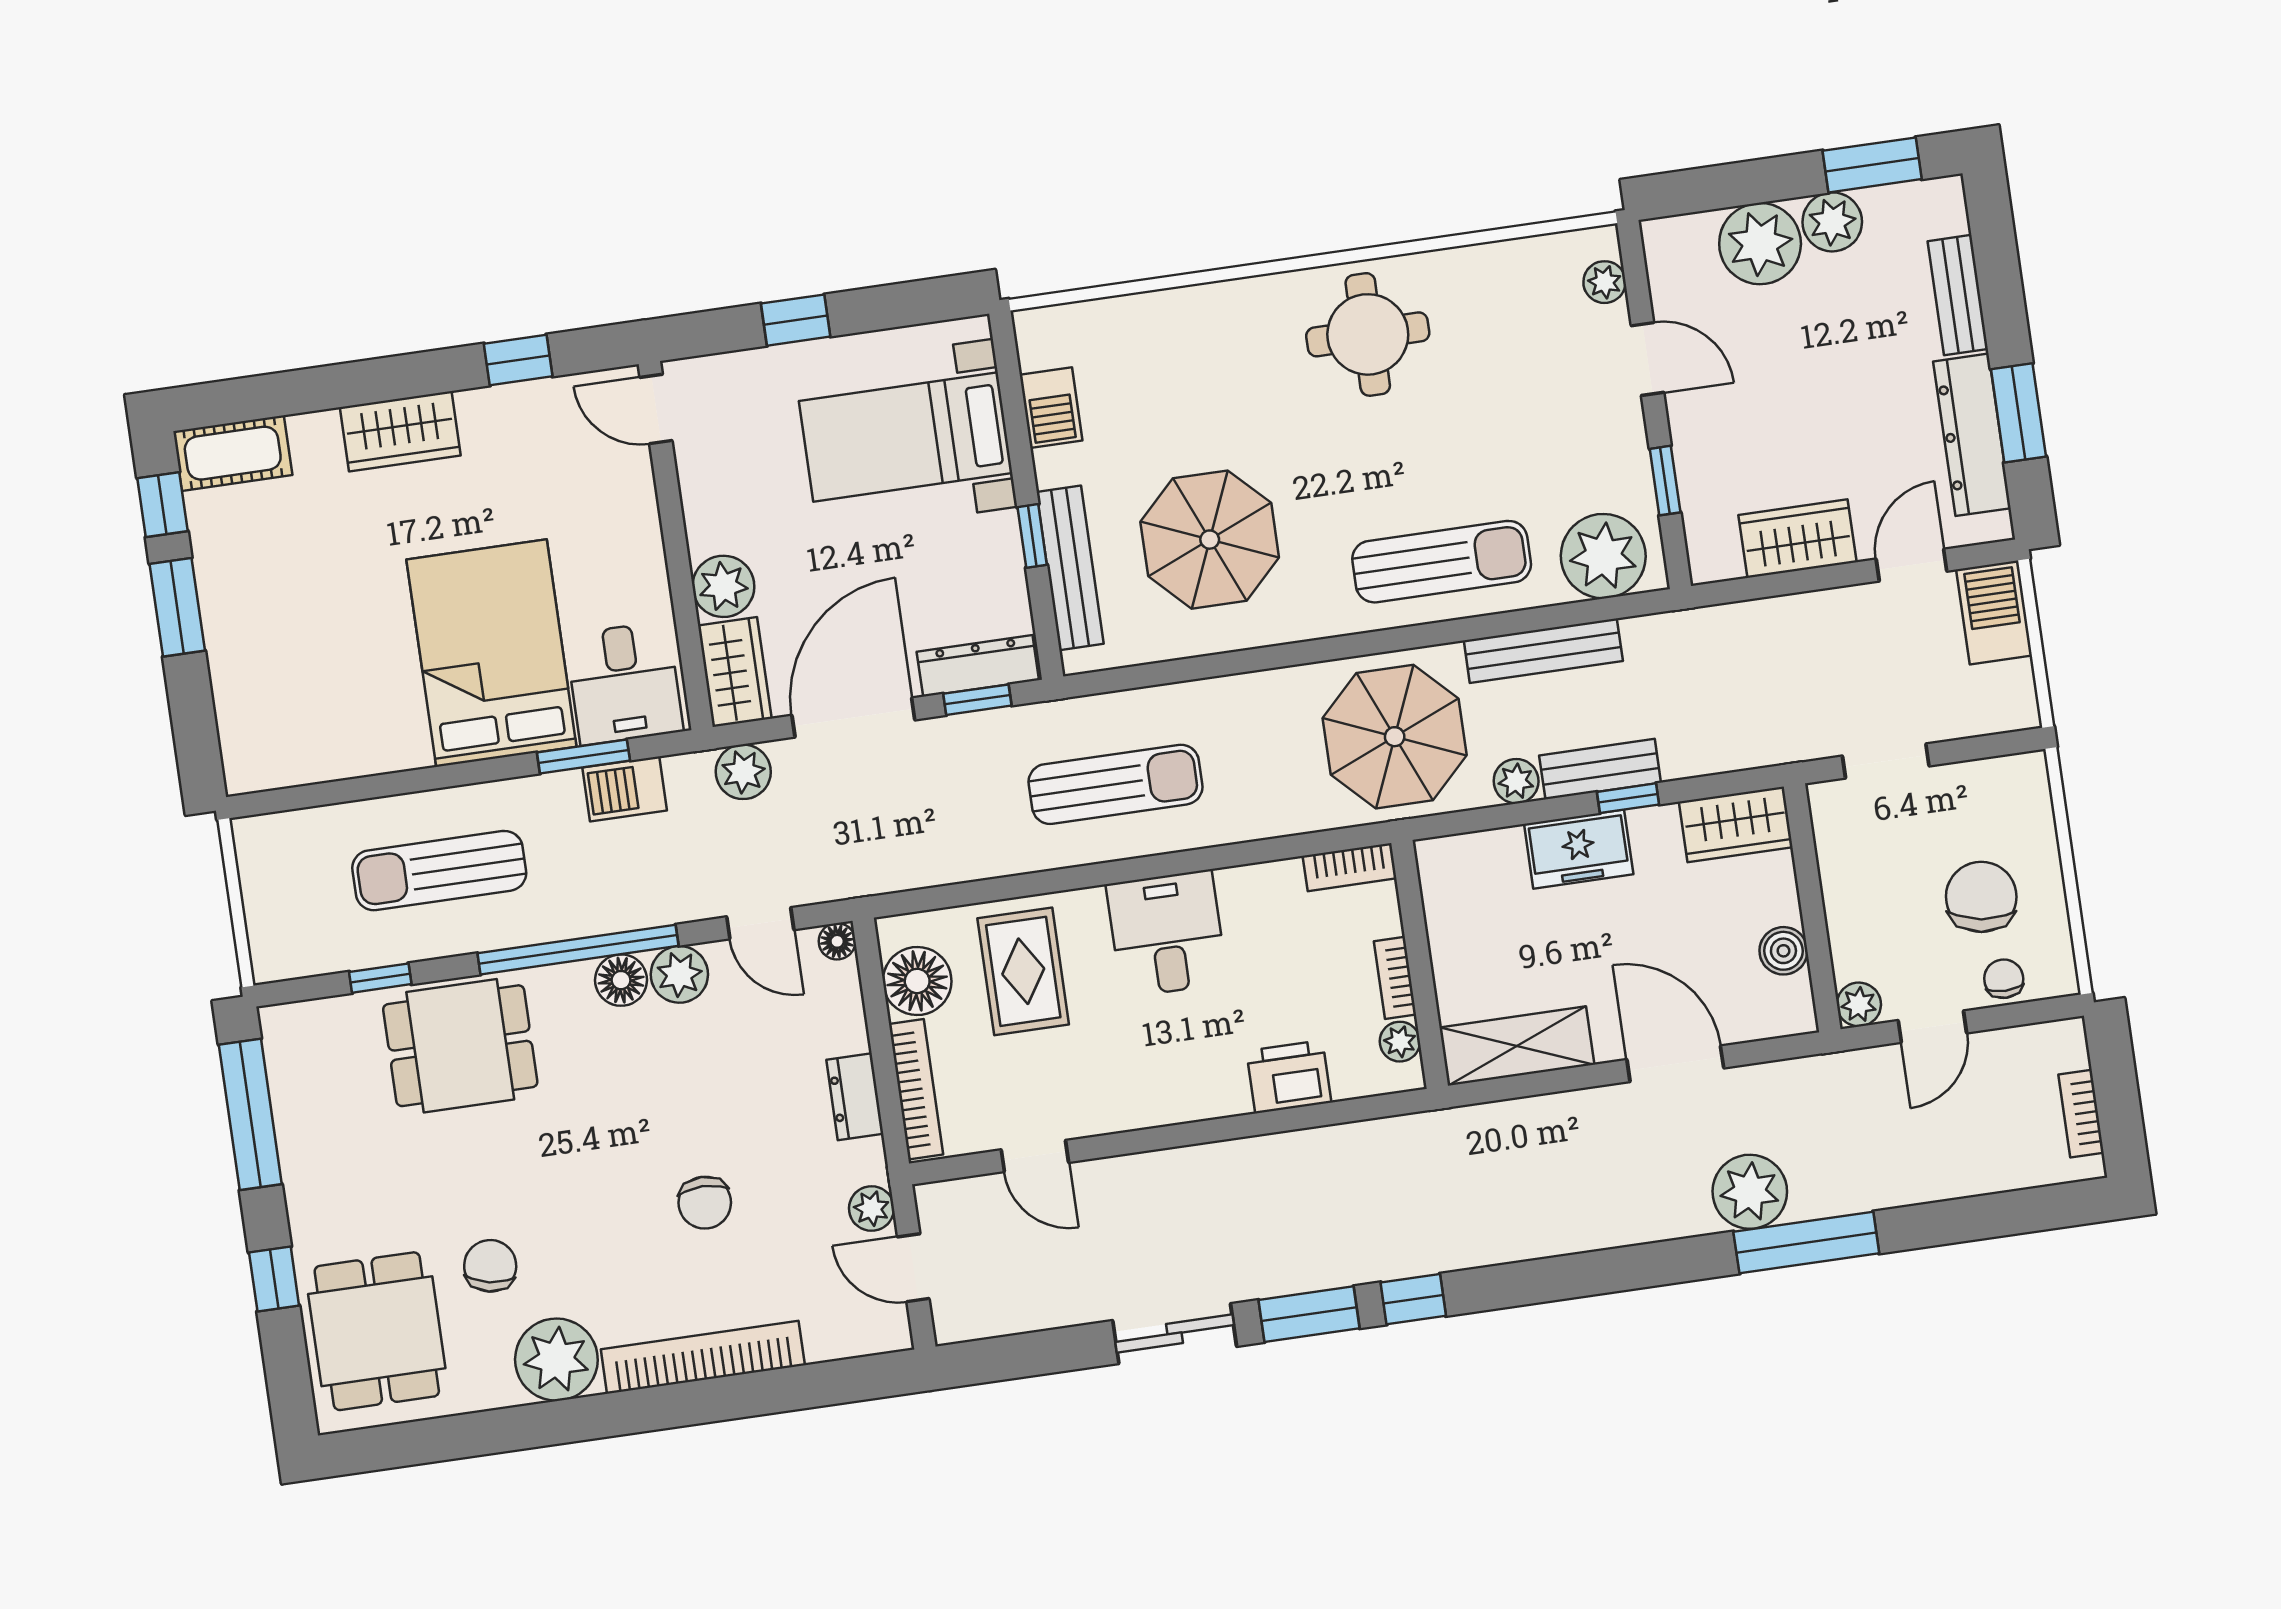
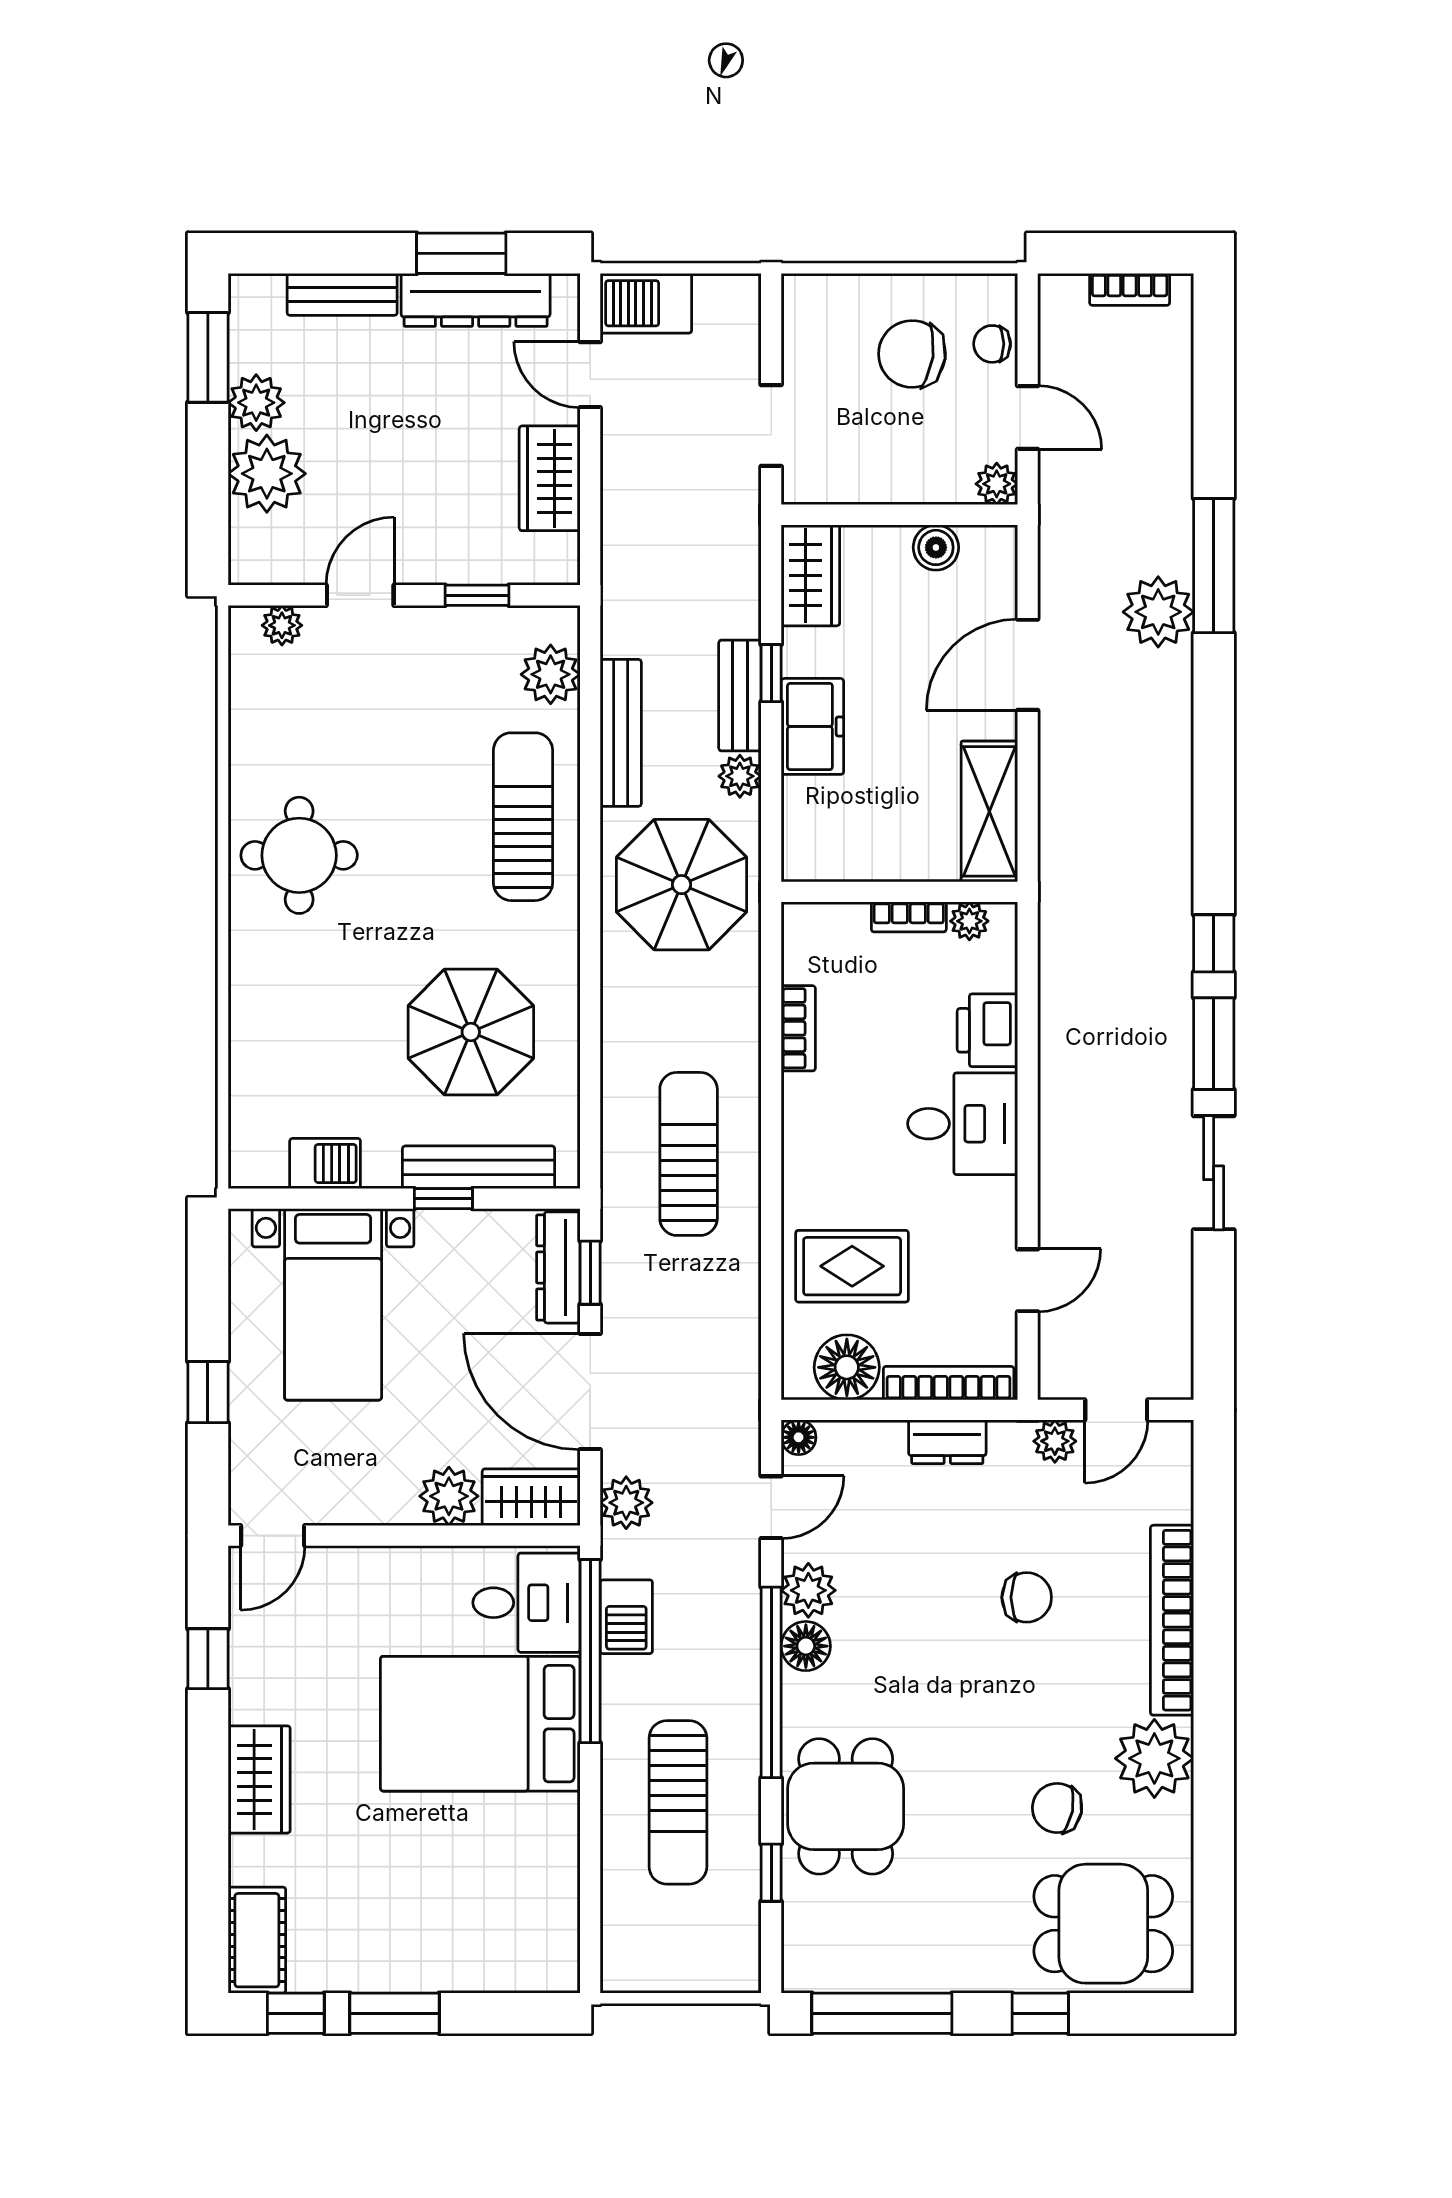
plant: (1603, 556) -> (551, 674), width x0.73, depth x0.73
window: (583, 756) -> (590, 1651), width x2.11
bookcase: (1350, 867) -> (798, 1028), moved
desk: (1167, 934) -> (963, 1124), moved, turned 180

